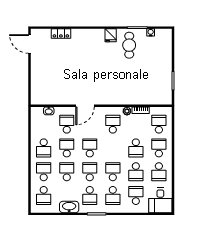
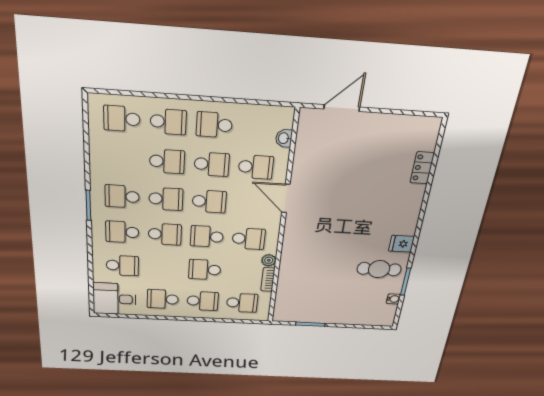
door: (30, 44) -> (342, 108), moved
school desk: (136, 172) -> (207, 237), moved
washbasin: (69, 207) -> (100, 161), removed

